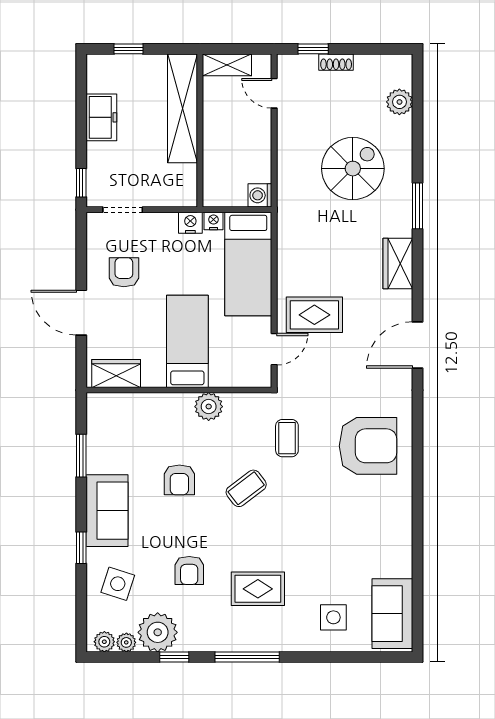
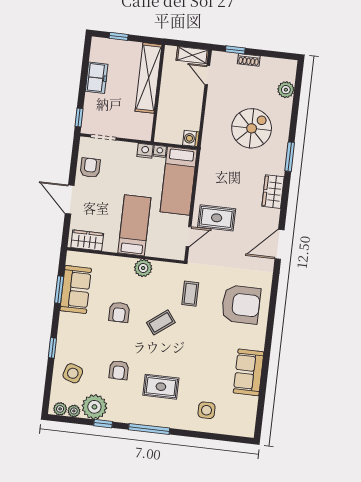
shelving: (227, 65) -> (192, 55), moved
armchair: (124, 272) -> (90, 168), moved
sofa: (107, 511) -> (76, 289), moved
sofa: (392, 614) -> (249, 372), moved

